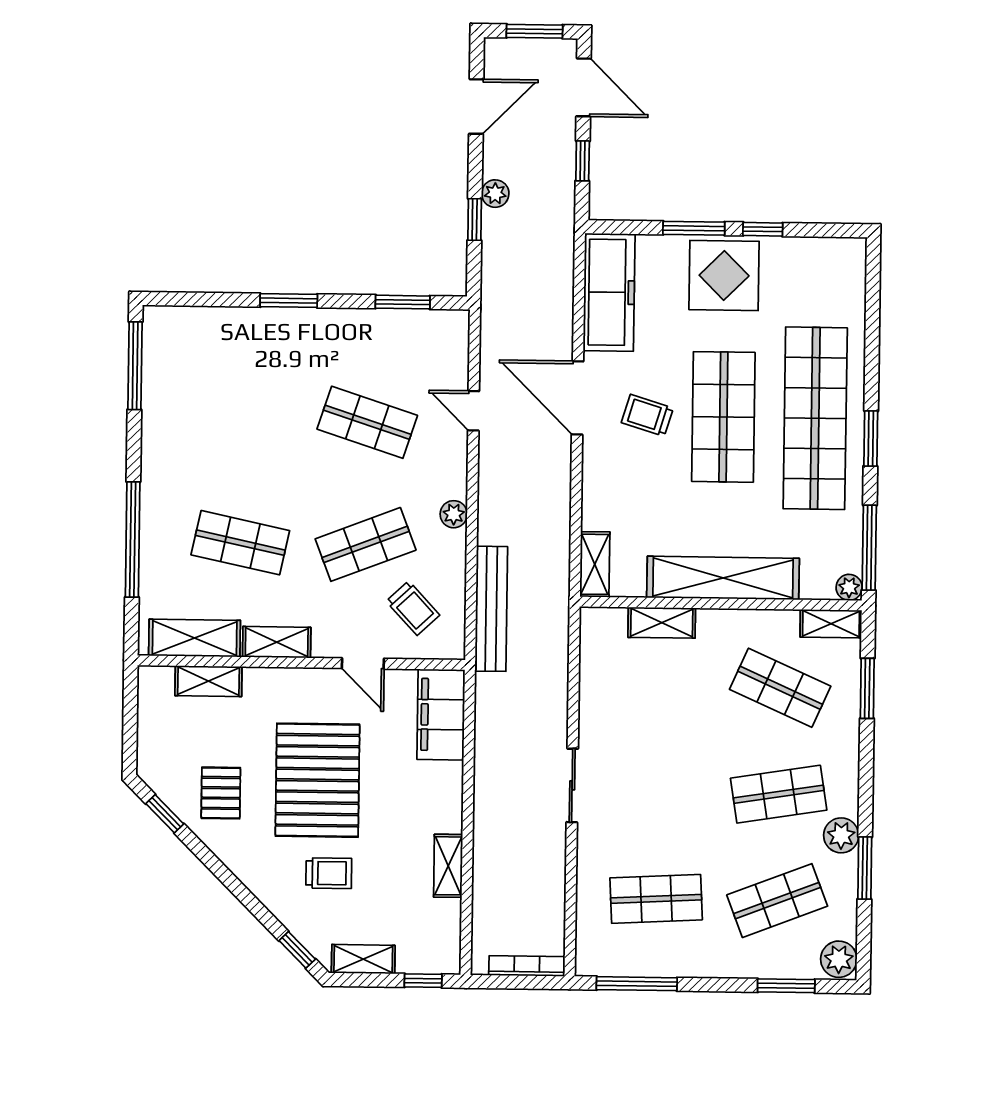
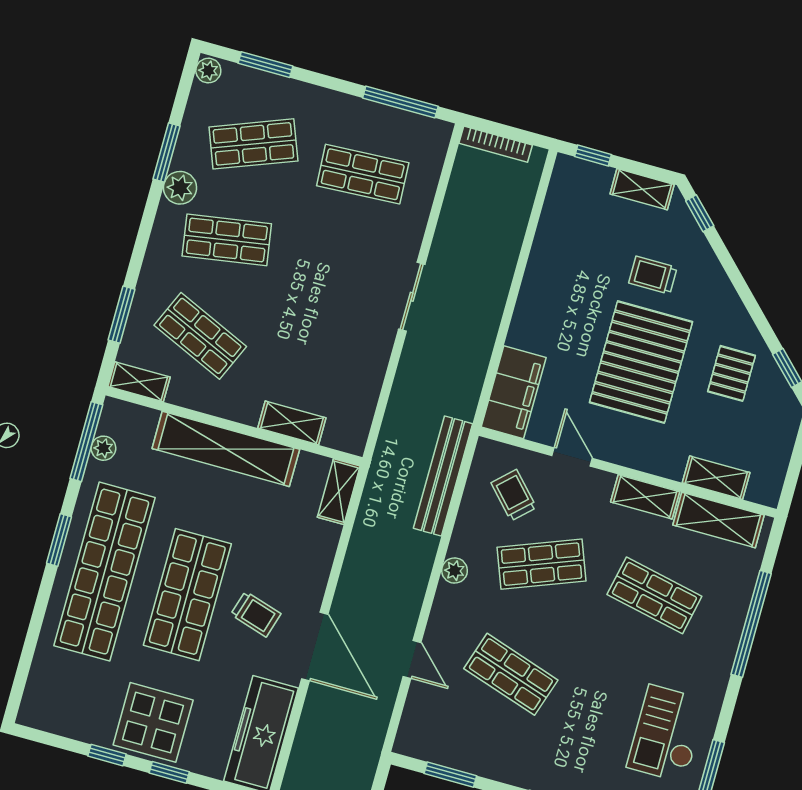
window: (694, 228) -> (169, 772), width x0.67
checkout: (190, 403) -> (667, 734), added
plant: (849, 587) -> (103, 448), moved
shelving: (448, 866) -> (543, 254), removed
plant: (839, 959) -> (208, 71), width x0.73, depth x0.73

